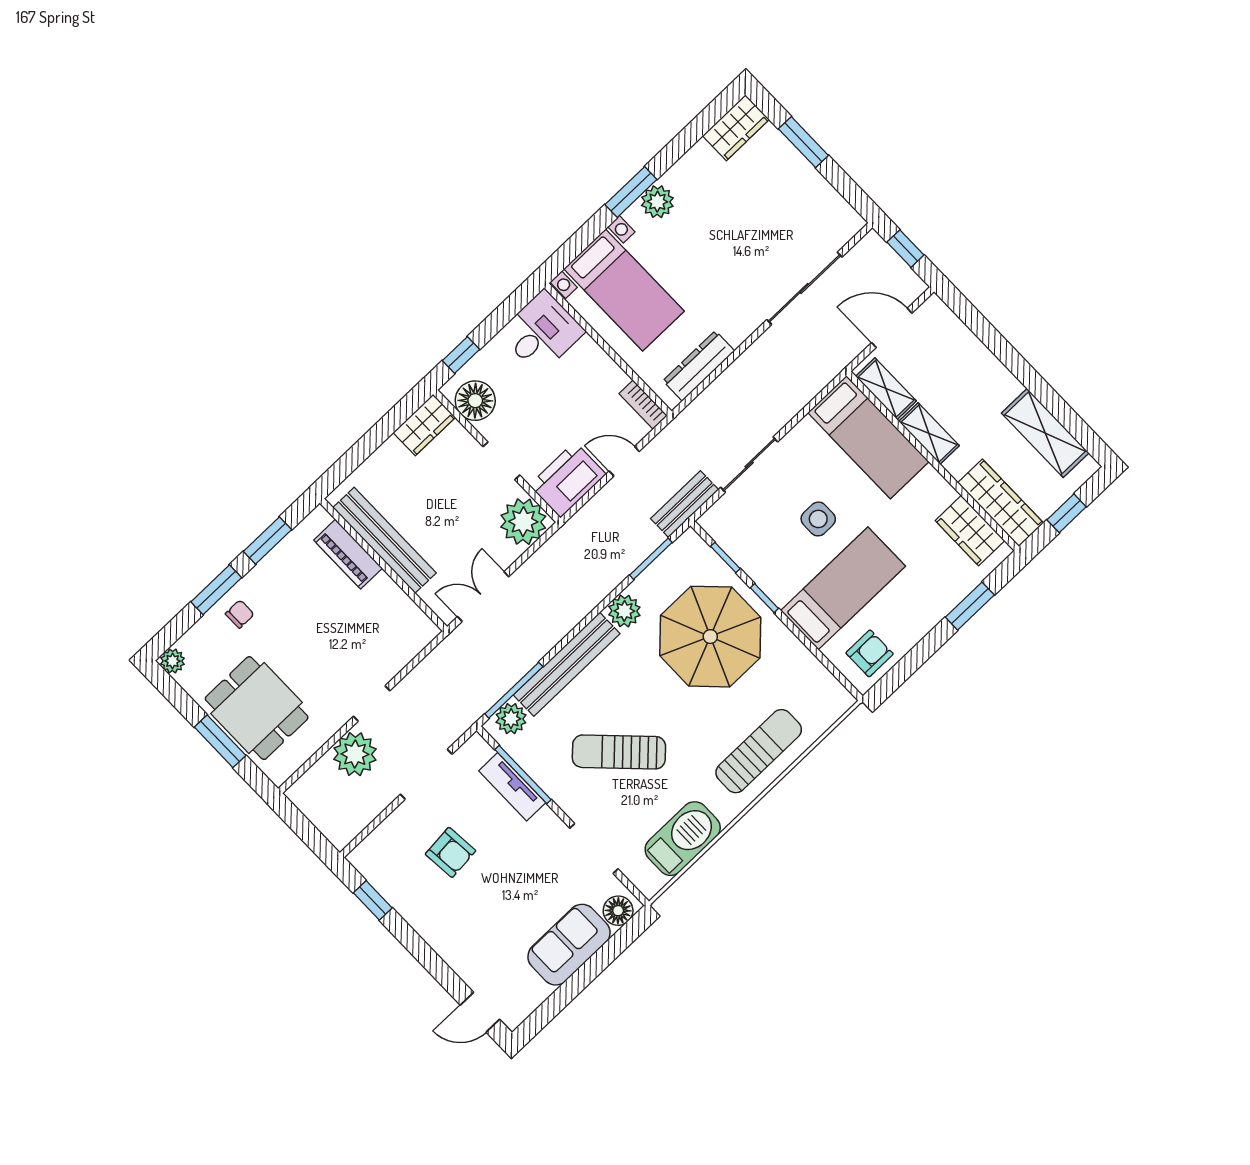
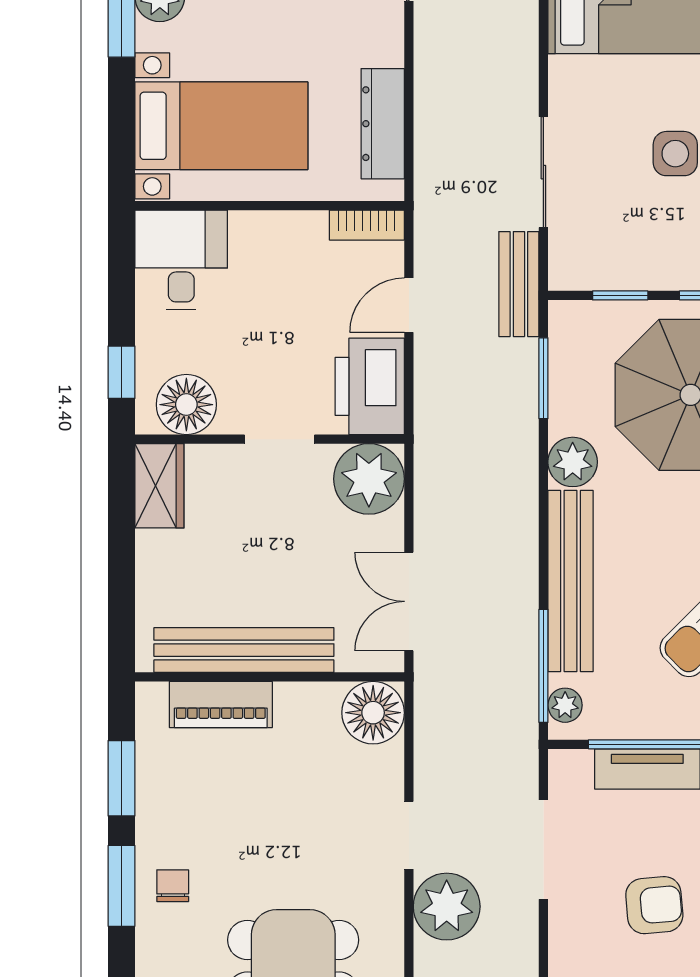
floor lamp: (414, 630) -> (373, 713), added
plant: (511, 719) -> (565, 705), width x0.73, depth x0.73

